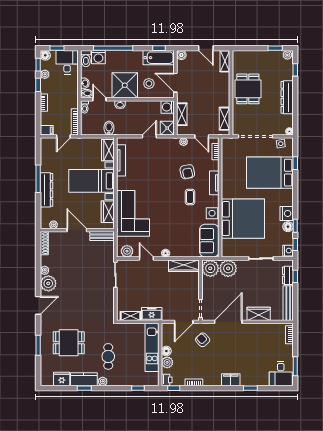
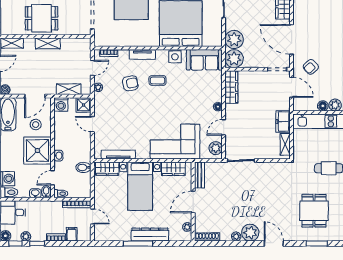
shelving: (225, 119) -> (48, 43), moved
filing cabinet: (47, 130) -> (72, 234), moved

